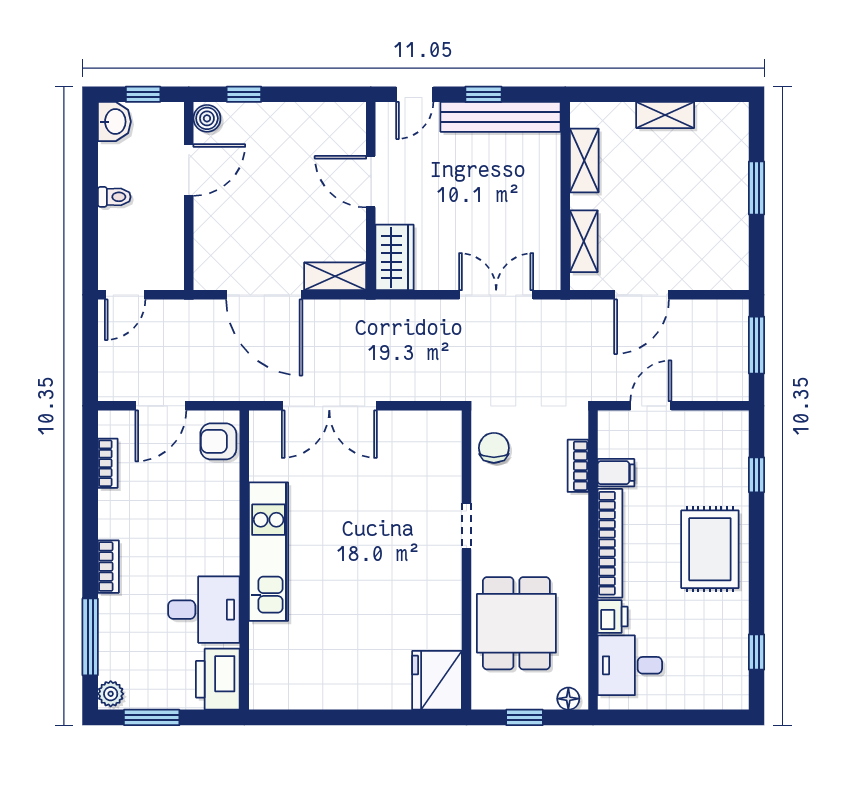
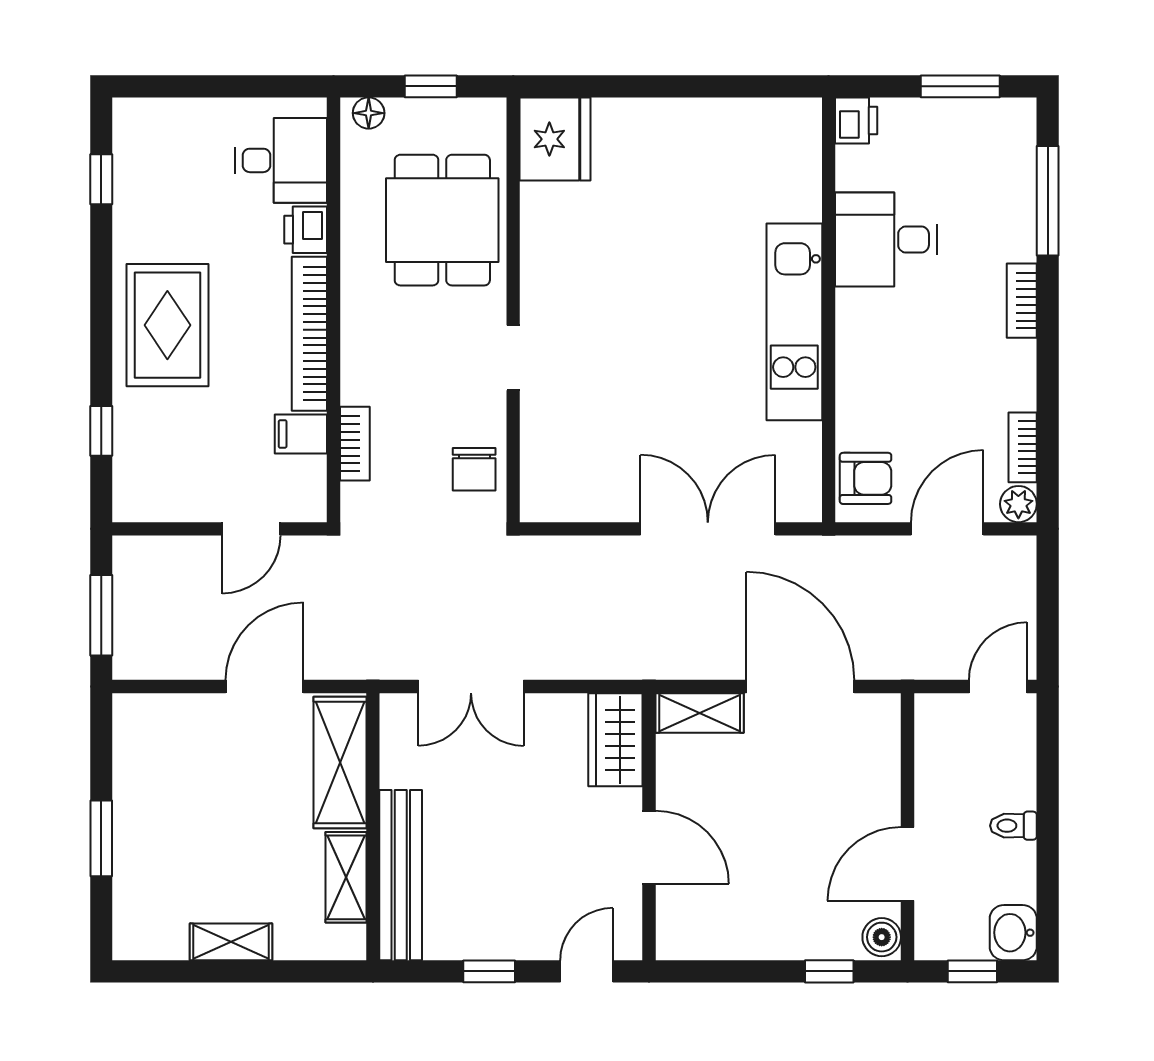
bench: (501, 117) -> (401, 875), moved, turned 90
shelving: (584, 241) -> (340, 763), width x1.50, depth x1.33
printer: (218, 679) -> (856, 120), width x0.53, depth x0.68
plant: (111, 694) -> (1018, 504), moved

